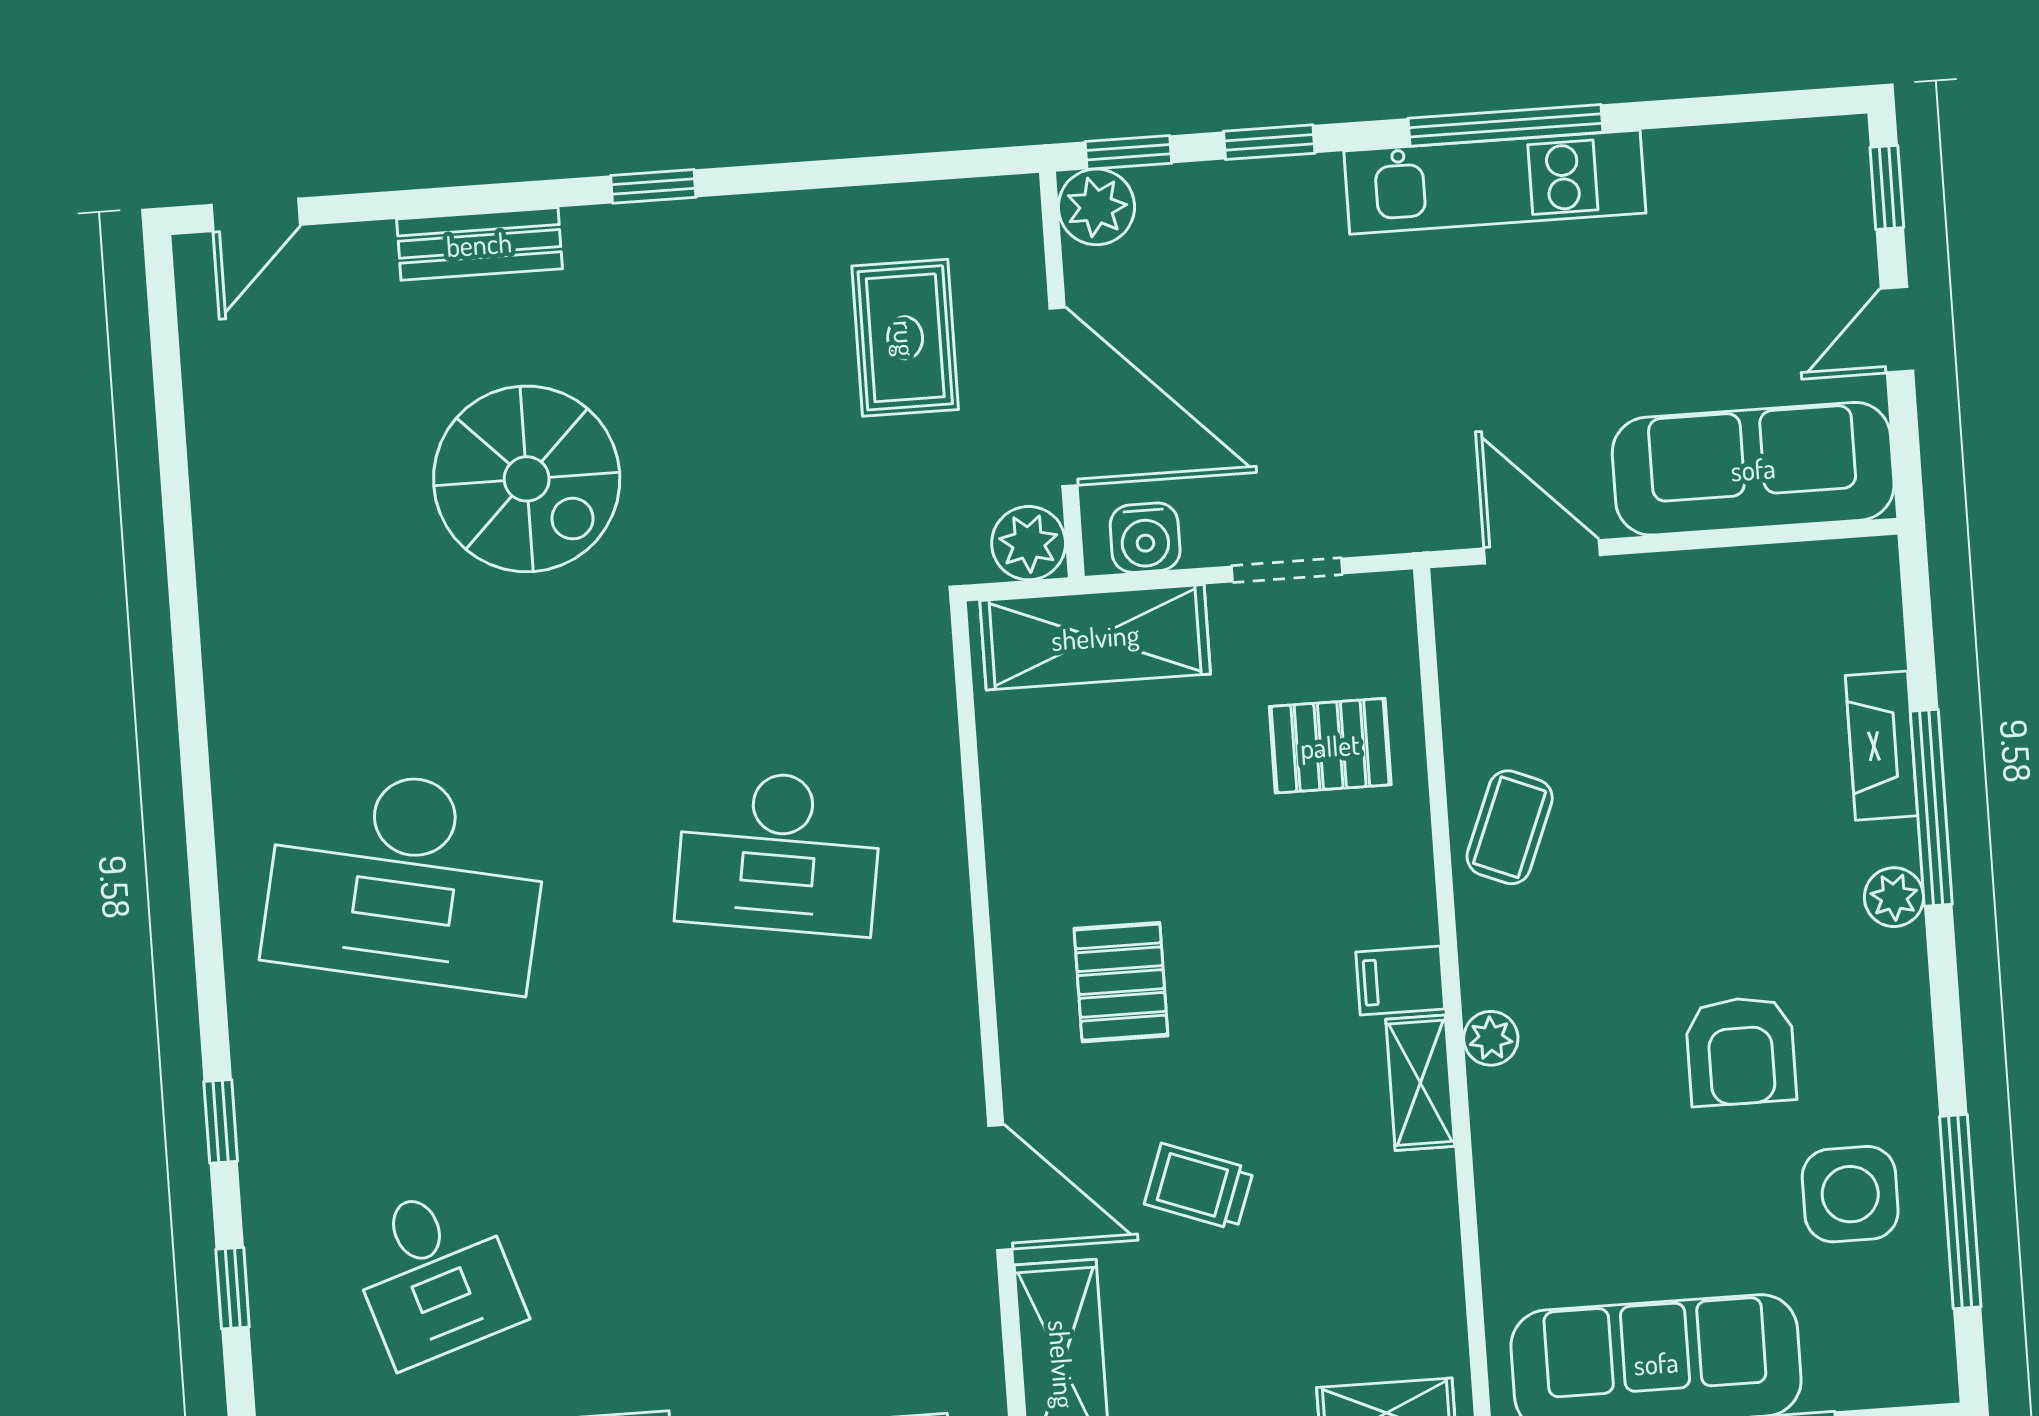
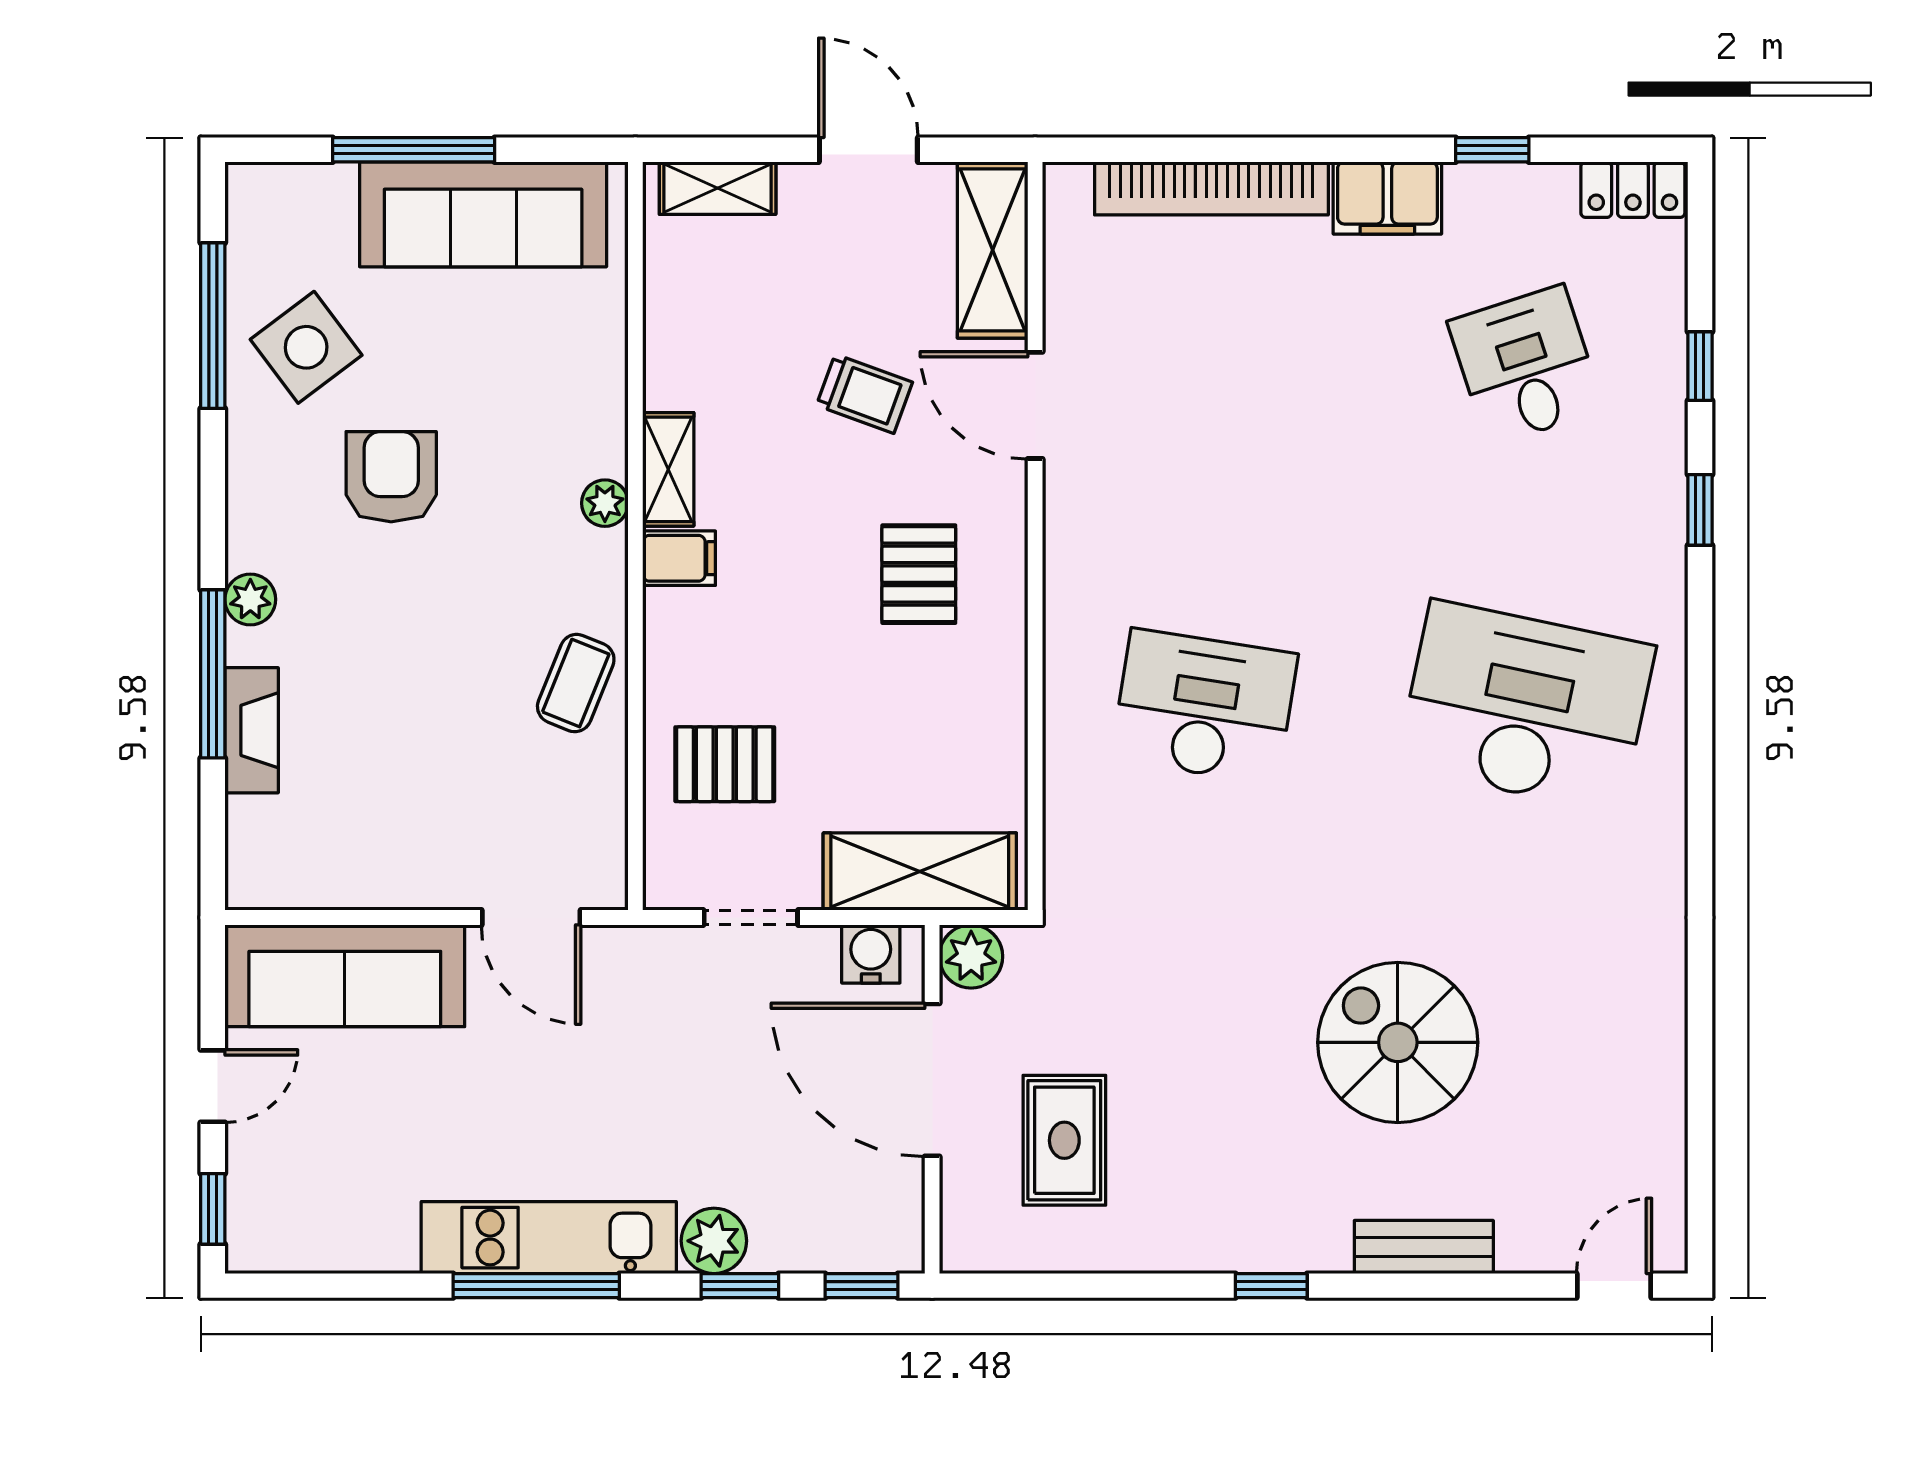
plant: (1096, 207) -> (714, 1241), moved
side table: (1850, 1194) -> (306, 347), turned -37

